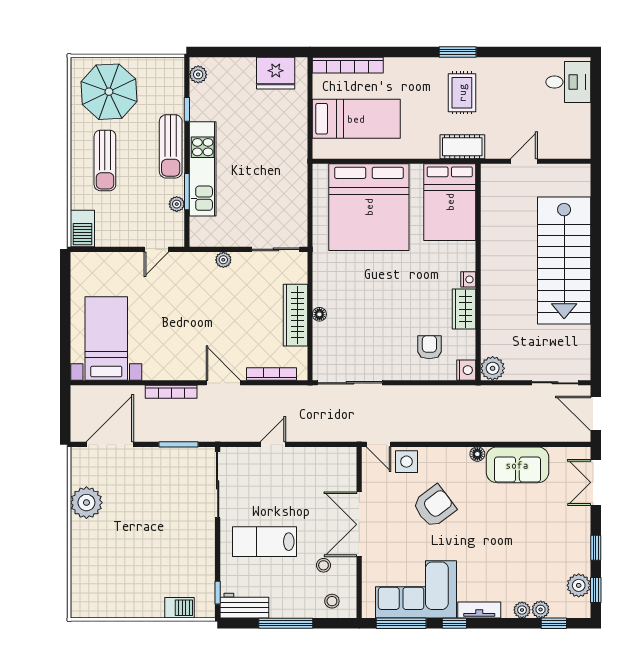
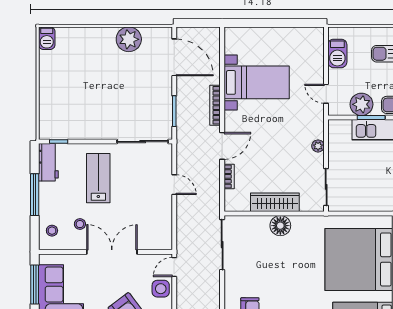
plant: (177, 204) -> (361, 104), width x1.87, depth x1.87
barbecue: (82, 229) -> (337, 53), moved, turned -90
floor lamp: (319, 314) -> (280, 226), width x1.89, depth x1.89
bed with nightstands: (106, 339) -> (257, 82), moved
bookcase: (271, 374) -> (229, 176), width x0.64
barbecue: (180, 608) -> (47, 38), moved

